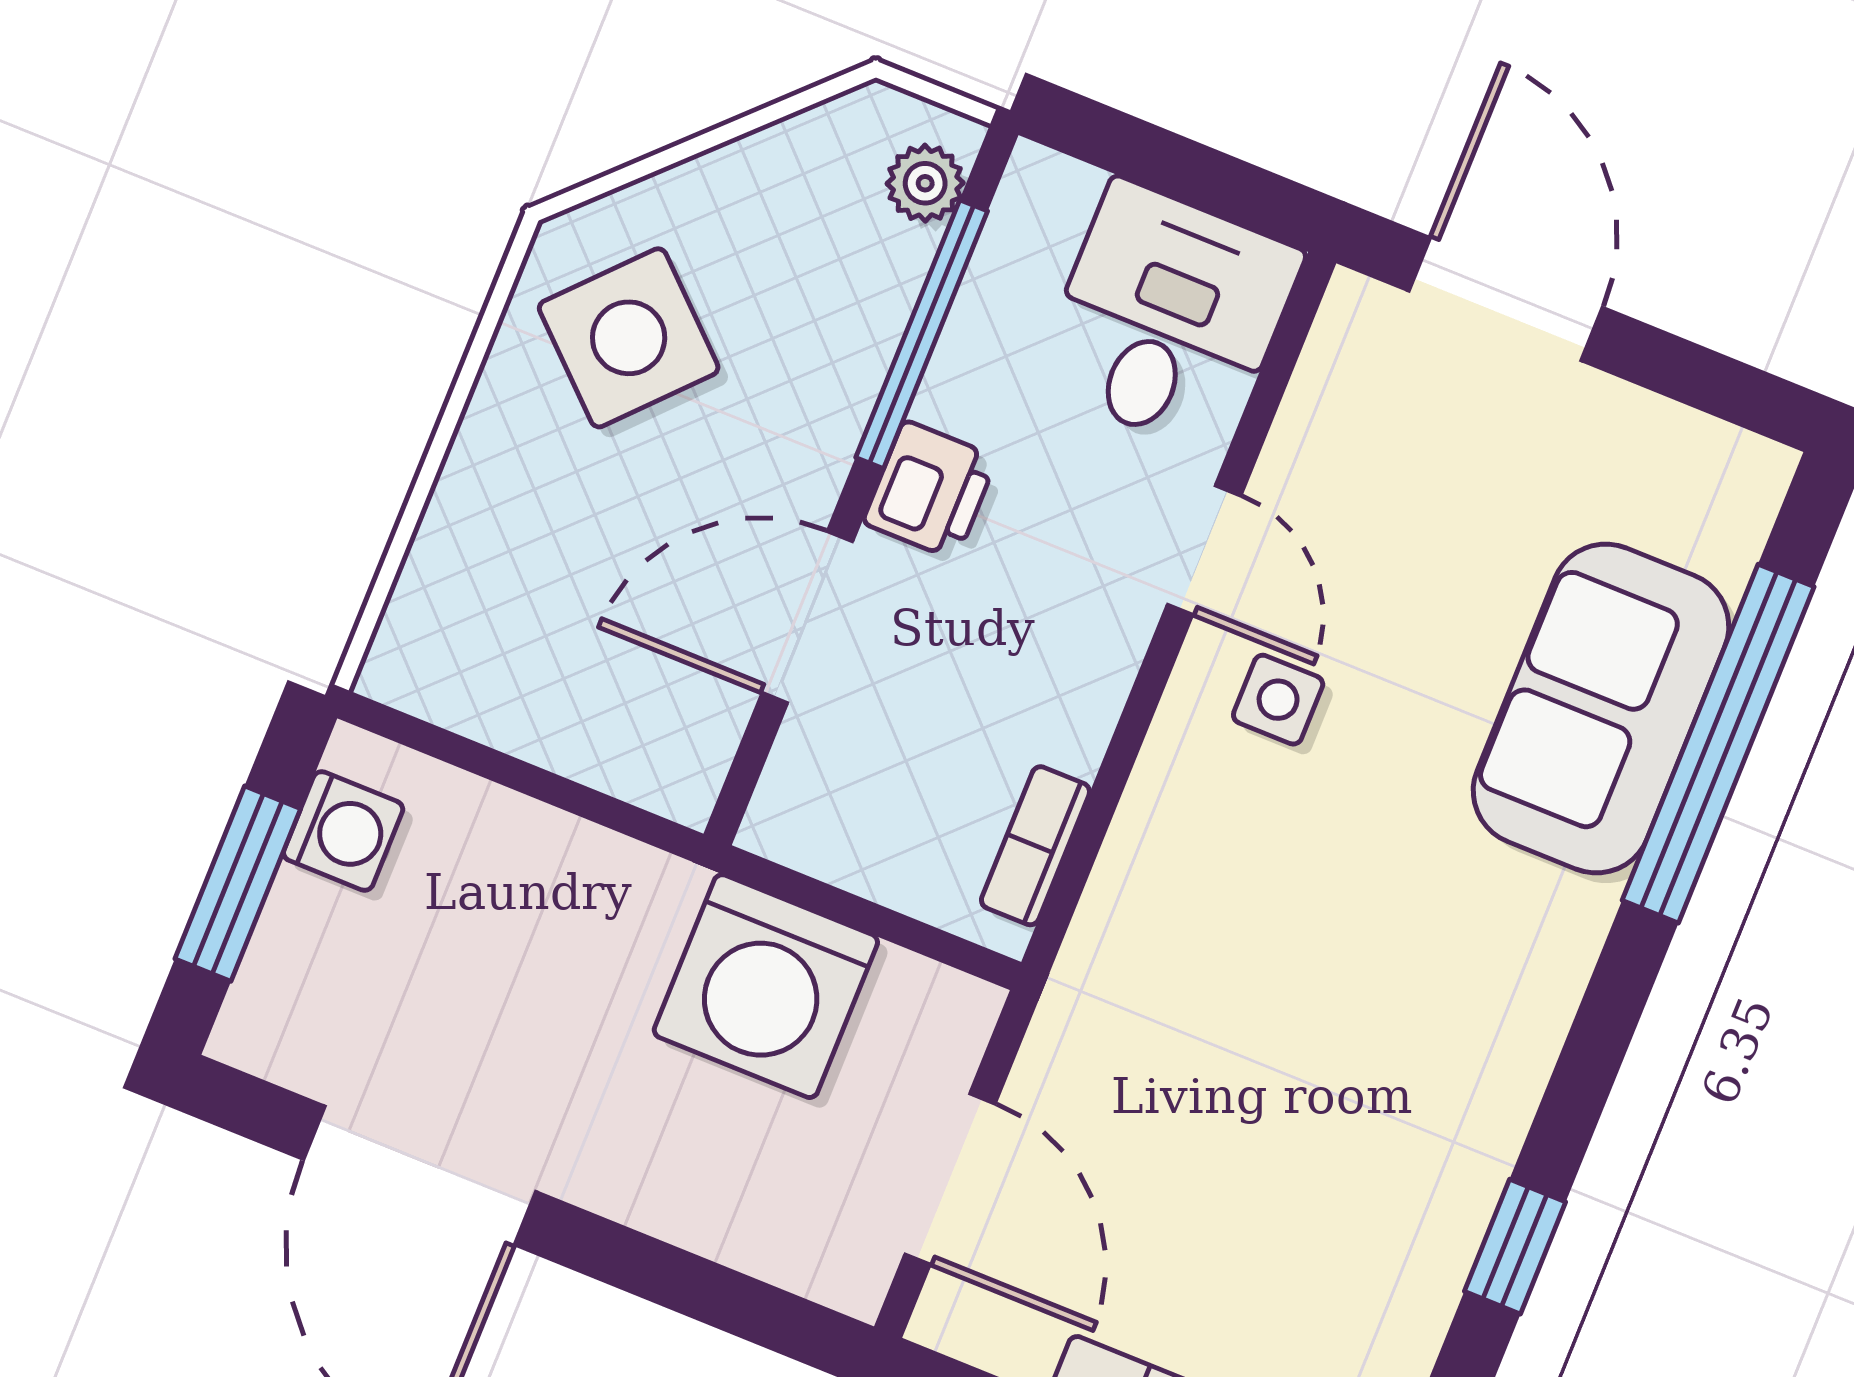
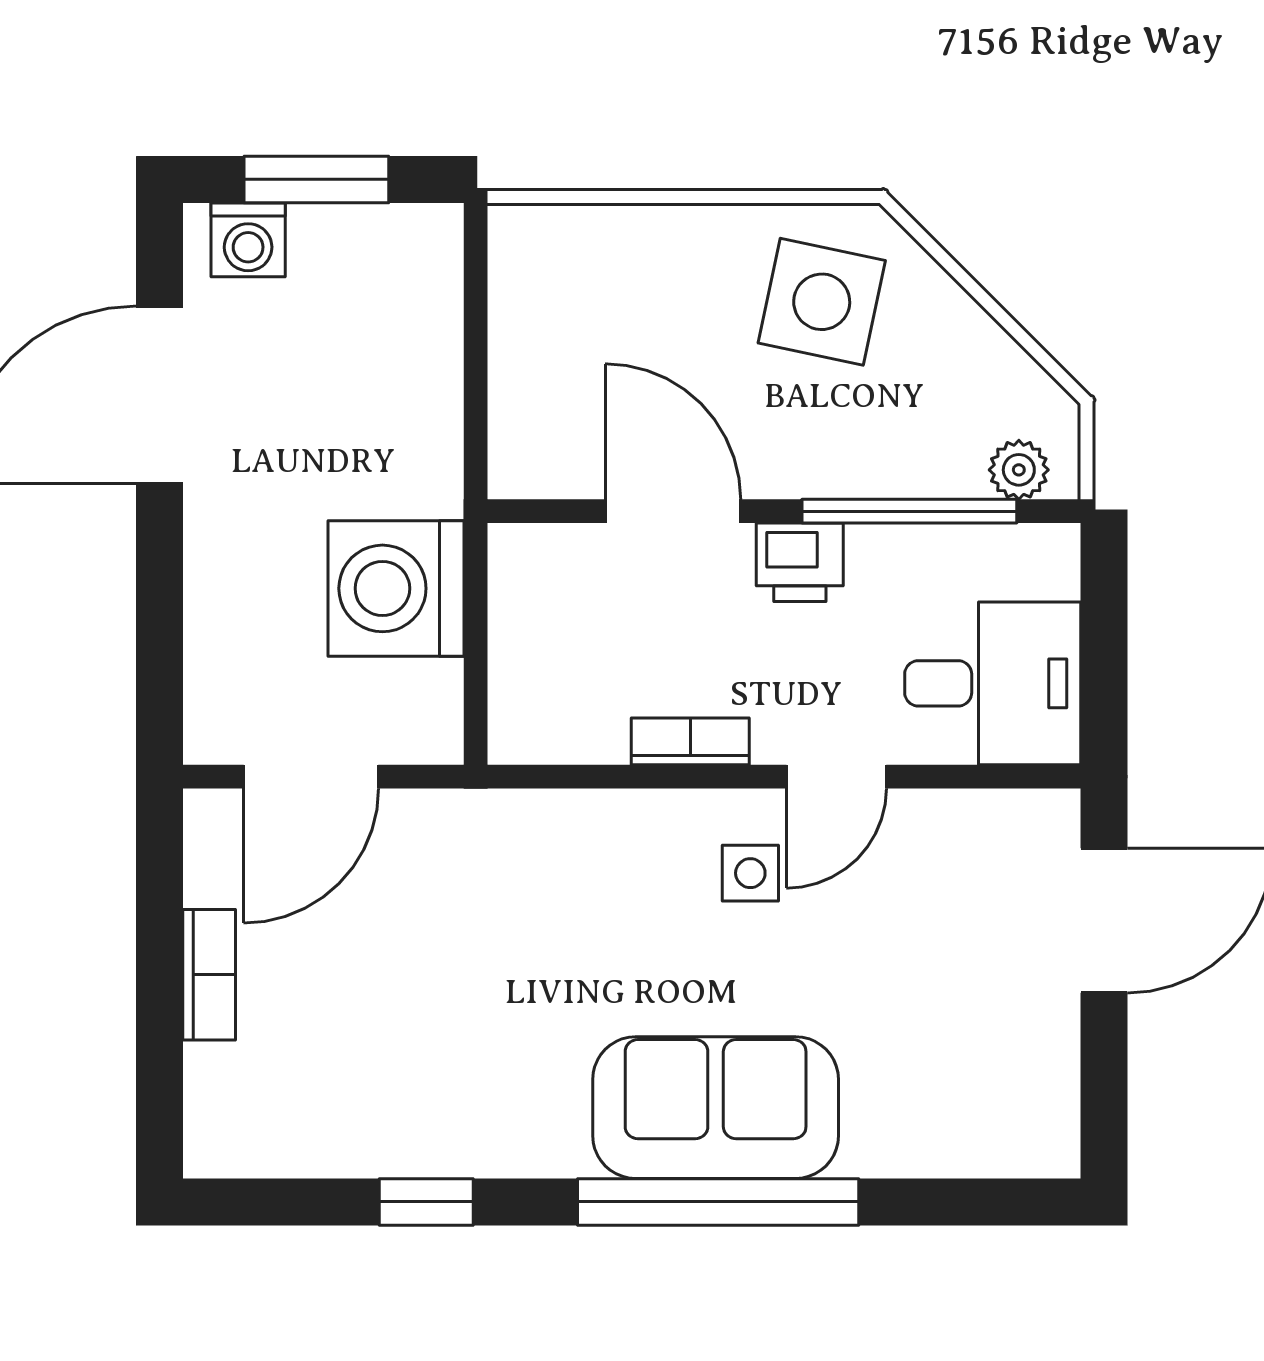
side table: (629, 338) -> (822, 302), turned -31
sofa: (1601, 709) -> (716, 1108), moved
window: (1718, 744) -> (718, 1202), moved
washing machine: (343, 831) -> (248, 240), moved
bookcase: (1035, 846) -> (690, 741), moved

